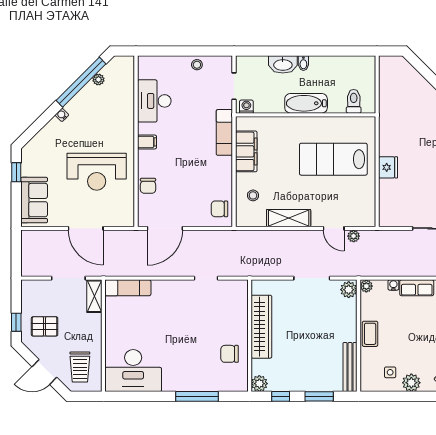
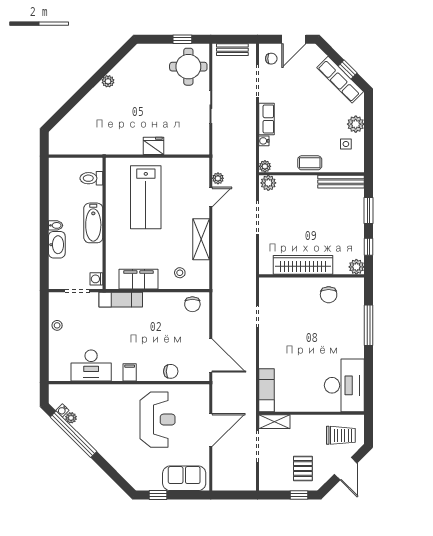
water cooler: (62, 115) -> (62, 410), moved

